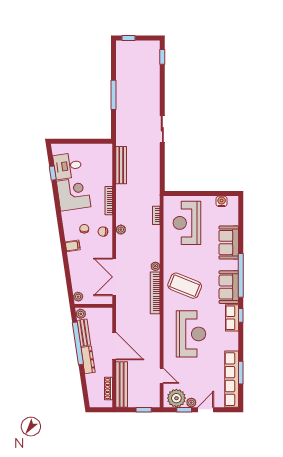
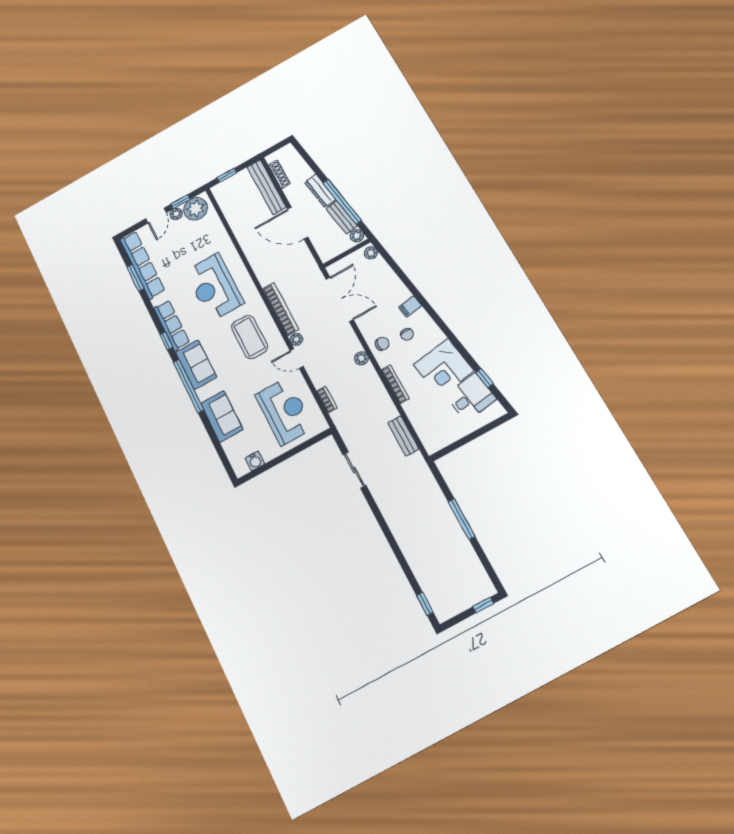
sliding door: (162, 129) -> (354, 470), moved
bench: (121, 165) -> (403, 436), width x0.73
coffee table: (185, 286) -> (250, 337), turned 68
row of seats: (232, 318) -> (172, 325), width x1.48
door: (162, 376) -> (297, 359), moved

